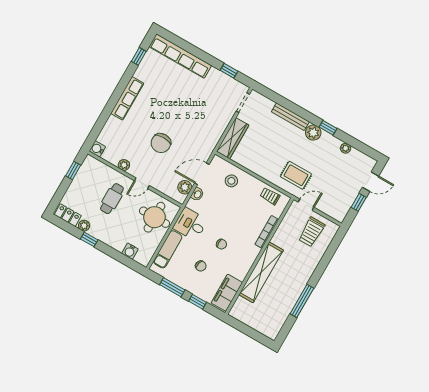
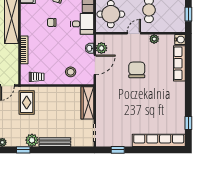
row of seats: (127, 98) -> (179, 63), moved
rug: (296, 175) -> (27, 103), turned 90

